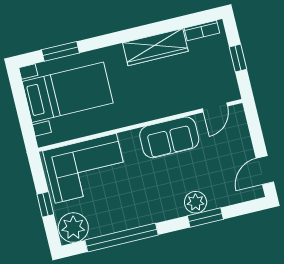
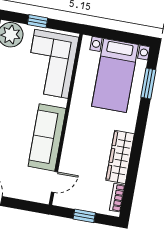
door: (215, 107) -> (54, 182), swing flipped
sofa: (169, 137) -> (47, 137), width x1.36

